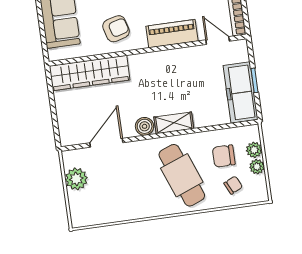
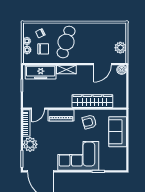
door: (218, 40) -> (38, 109), hinge flipped
wardrobe: (90, 73) -> (92, 101), moved
freezer: (241, 93) -> (41, 72), moved, turned 90
boiler: (145, 126) -> (122, 70), moved
cafe table: (182, 175) -> (66, 42), turned 38

